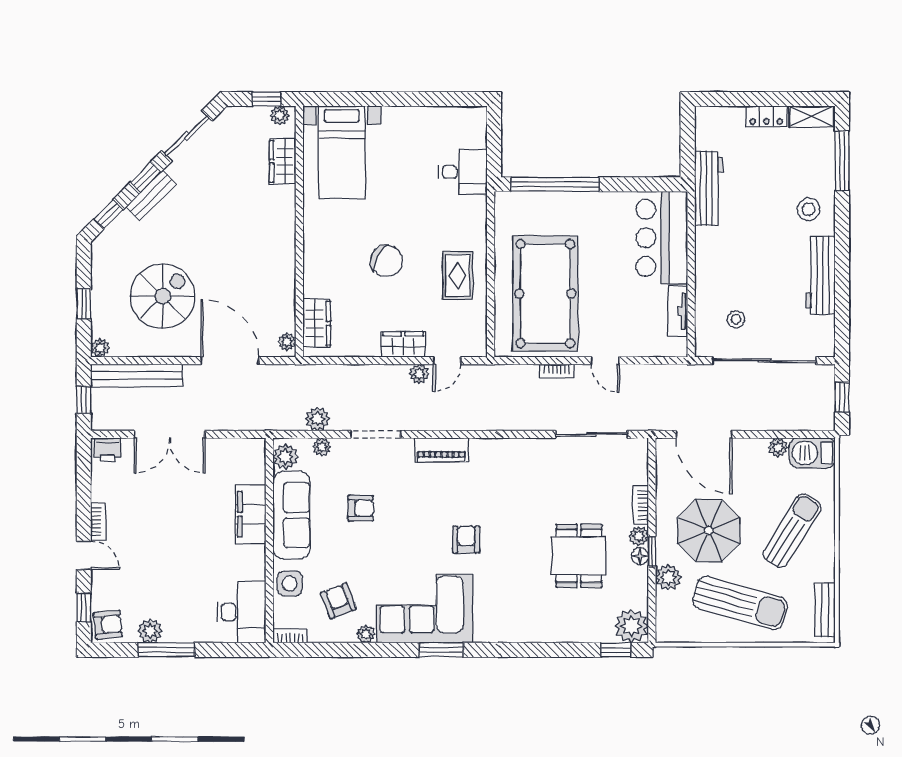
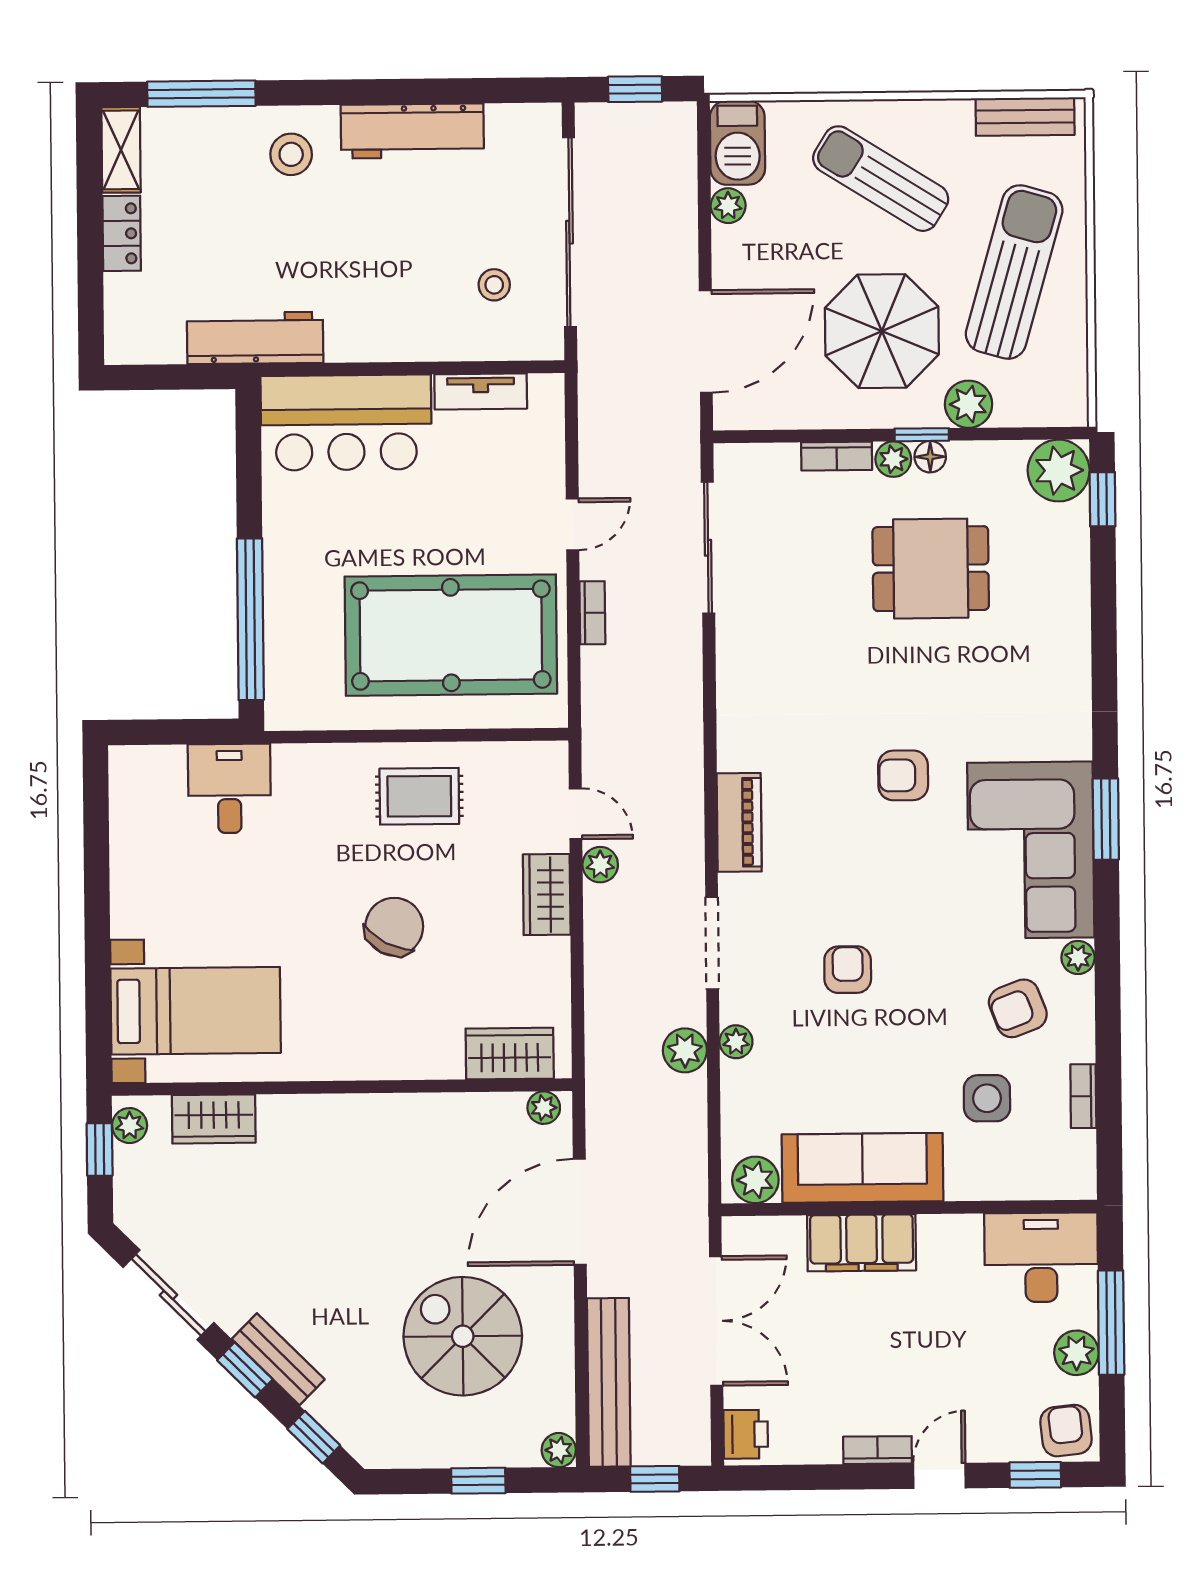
plant: (286, 457) -> (755, 1180), moved
filing cabinet: (251, 514) -> (862, 1243), moved
sofa: (291, 515) -> (862, 1168), moved
wall: (269, 540) -> (909, 1208), moved
desk: (242, 612) -> (1041, 1257), moved

